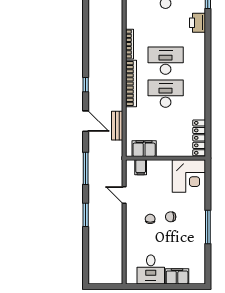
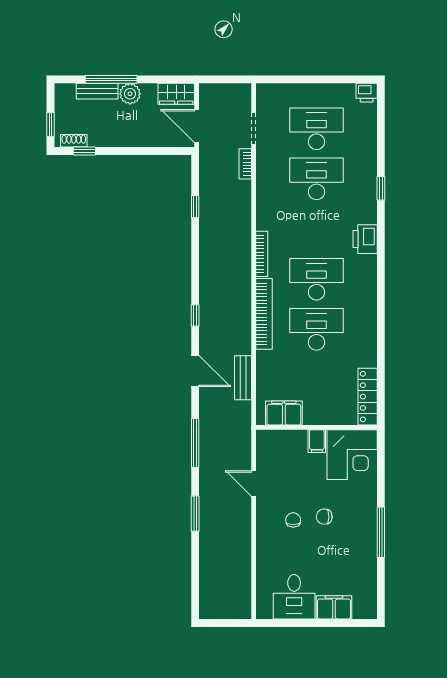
window: (86, 13) -> (195, 207), added
printer: (197, 23) -> (365, 239), moved
filing cabinet: (141, 167) -> (317, 441), moved

